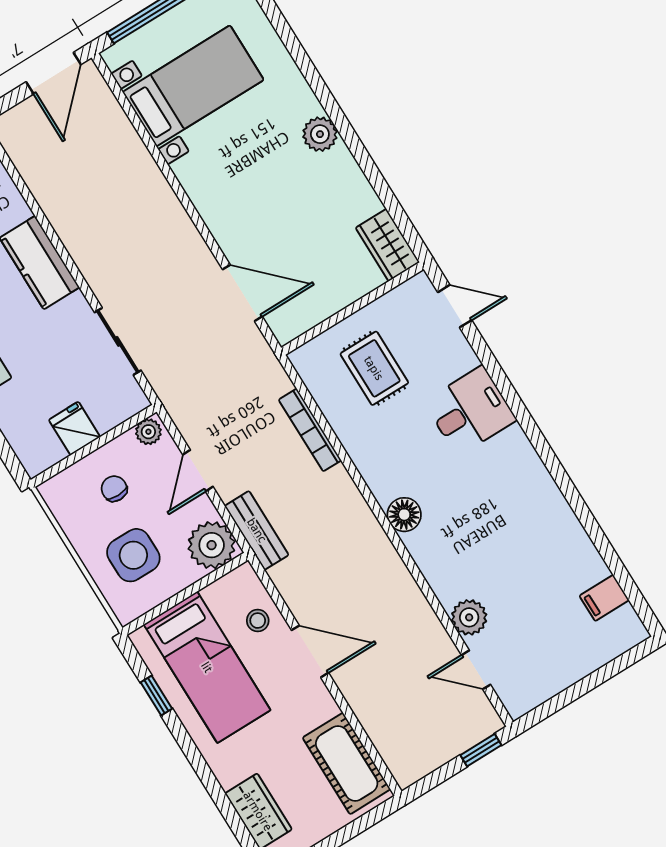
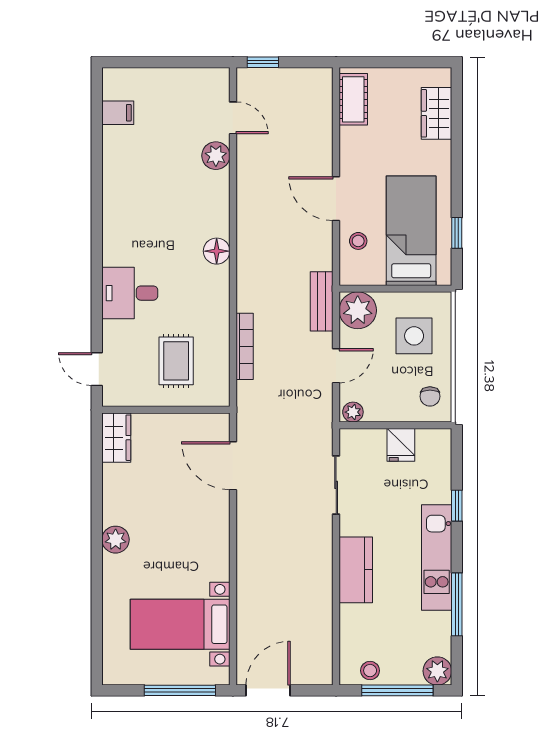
chair: (114, 489) -> (430, 396), moved
cot: (347, 763) -> (353, 99), width x0.73, depth x0.75

